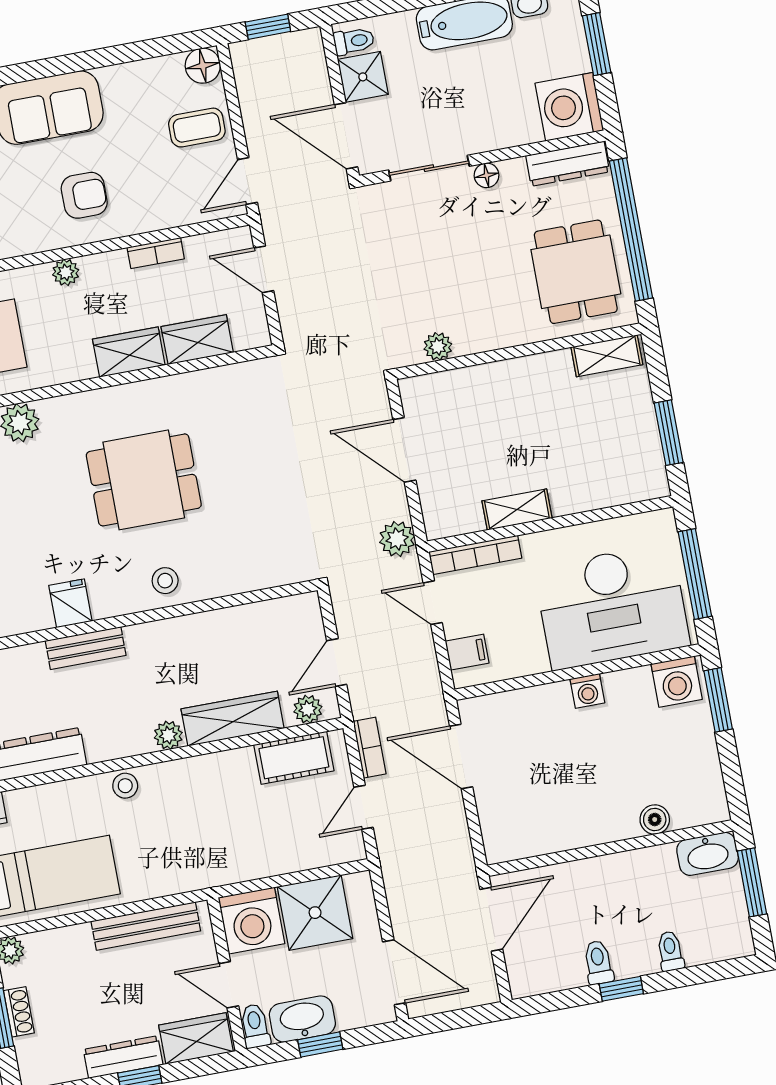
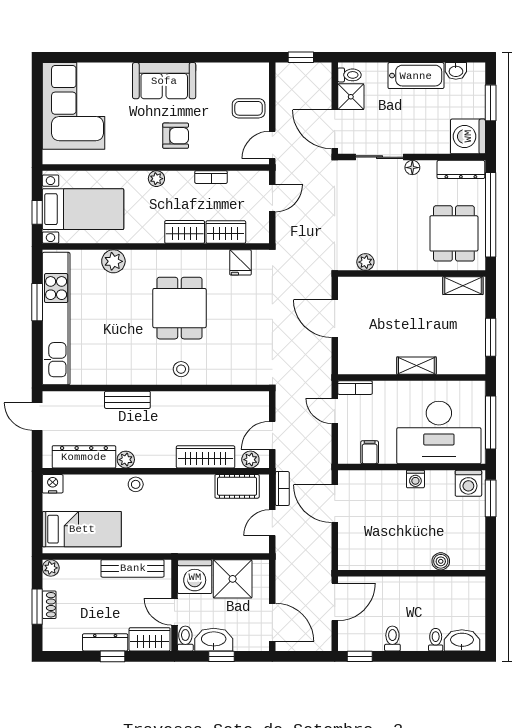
floor lamp: (203, 66) -> (259, 73), removed
door: (264, 269) -> (272, 198), swing flipped
dining table: (144, 480) -> (179, 308), turned 90
shelving: (517, 510) -> (416, 366), moved
plant: (397, 539) -> (321, 370), removed
bookcase: (475, 555) -> (355, 388), width x0.64
fridge: (70, 603) -> (240, 262), moved, turned 180
filing cabinet: (467, 652) -> (370, 452), moved, turned -90
plant: (168, 735) -> (126, 460), moved
washbasin: (708, 854) -> (462, 640), moved, turned 180
window: (752, 882) -> (491, 609), removed
window: (621, 989) -> (360, 656), moved

